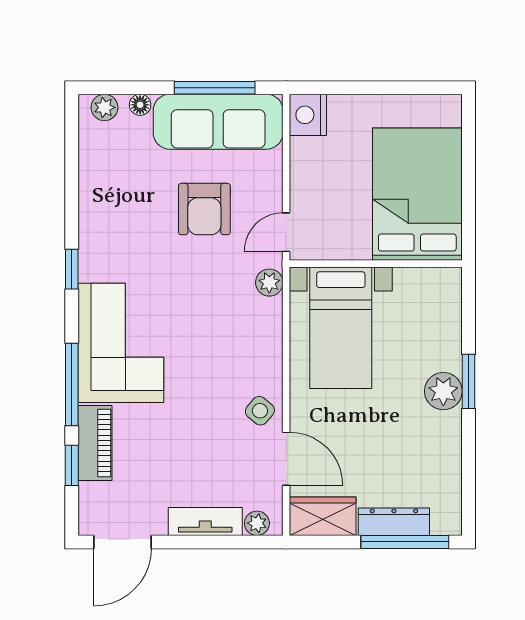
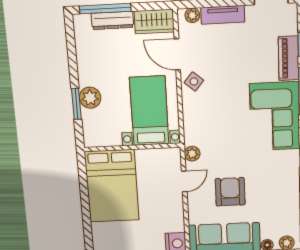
bed: (417, 194) -> (112, 186), moved
wall: (376, 264) -> (132, 147), moved
bed with nightstands: (341, 328) -> (149, 111), moved

